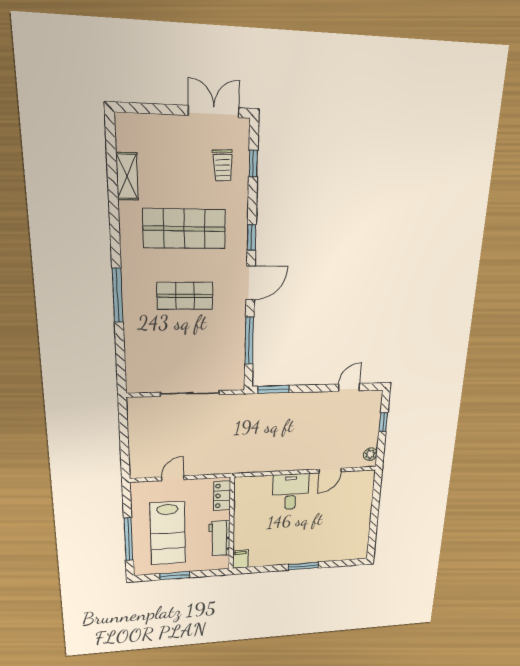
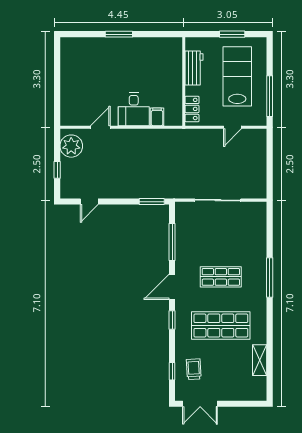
plant: (370, 454) -> (71, 146), width x1.87, depth x1.87
window: (129, 539) -> (270, 96), moved
filing cabinet: (240, 559) -> (157, 117), moved, turned 180

